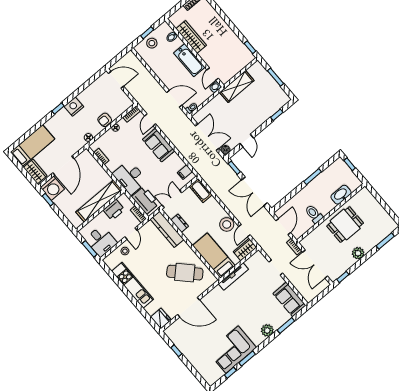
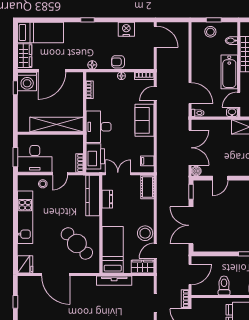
nightstand: (74, 107) -> (126, 29), moved
printer: (114, 210) -> (63, 142), removed
desk: (101, 241) -> (35, 159), width x1.37

